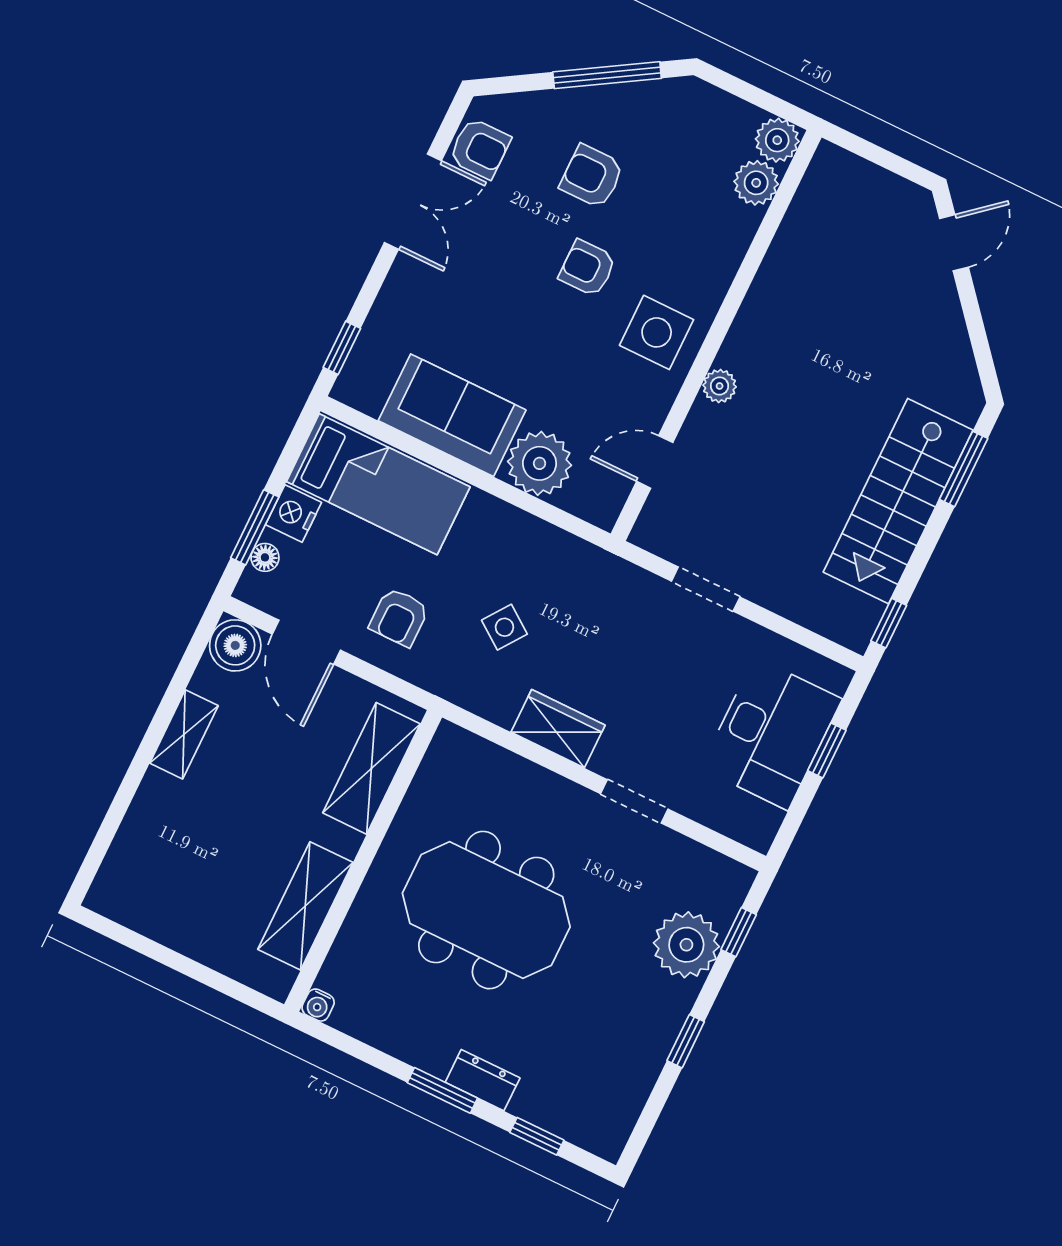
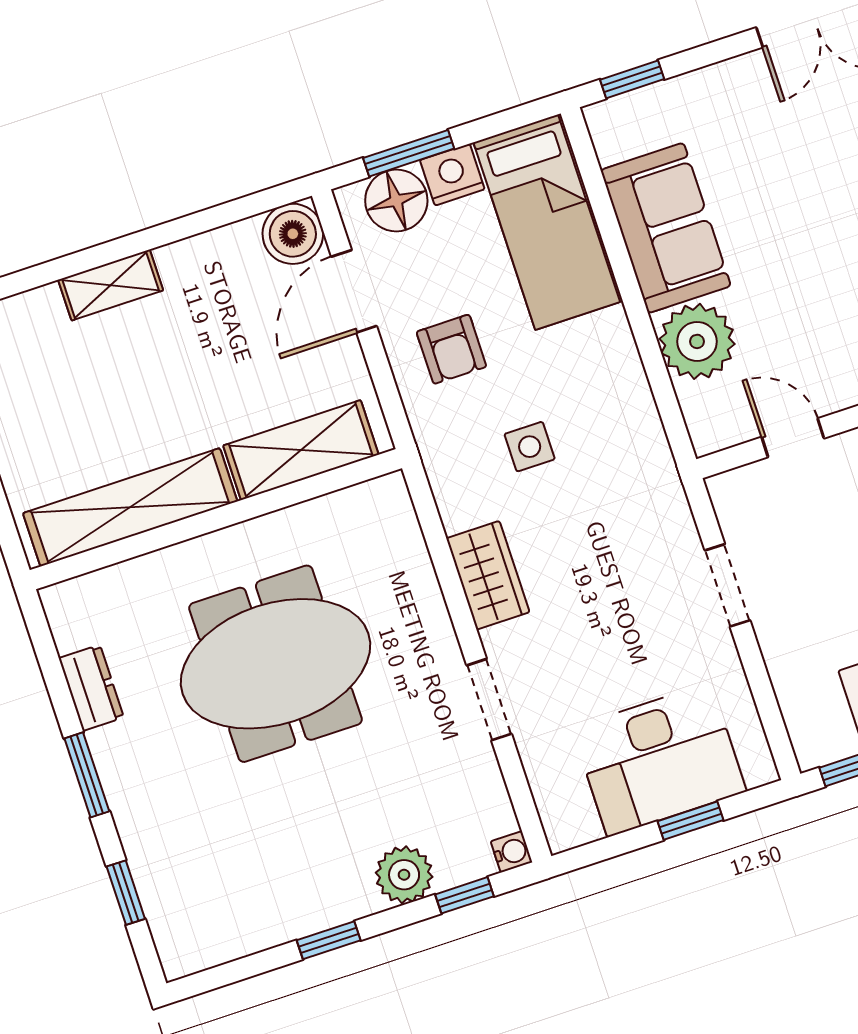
floor lamp: (265, 557) -> (396, 200), width x1.89, depth x1.89
armchair: (399, 617) -> (451, 349), turned -90
side table: (504, 627) -> (530, 447), turned -36
shelving: (184, 734) -> (111, 285), moved
shelving: (305, 906) -> (130, 507), width x1.47
meeting table: (486, 910) -> (276, 664), turned 90
plant: (686, 945) -> (404, 875), width x0.73, depth x0.73
water cooler: (318, 1005) -> (511, 852), moved, turned 180
dresser: (483, 1080) -> (91, 688), moved

